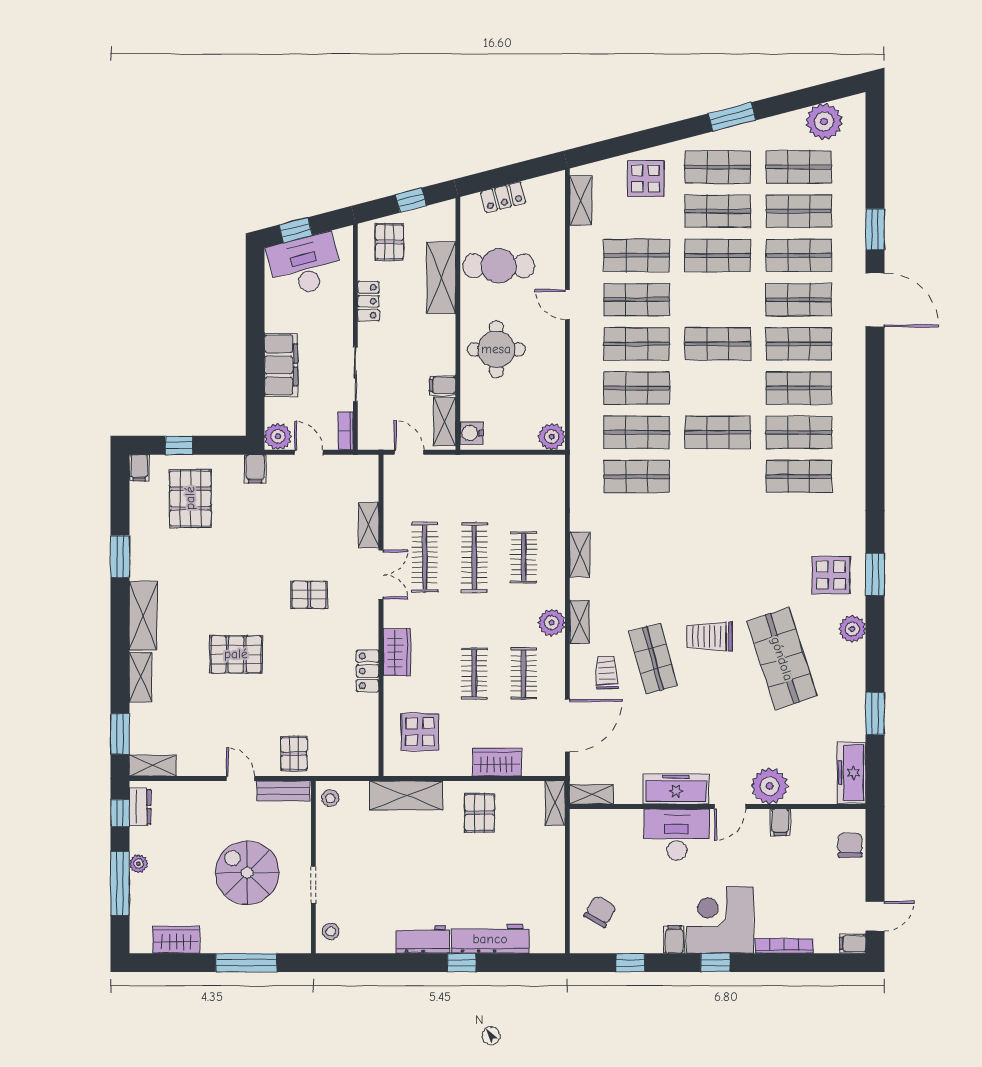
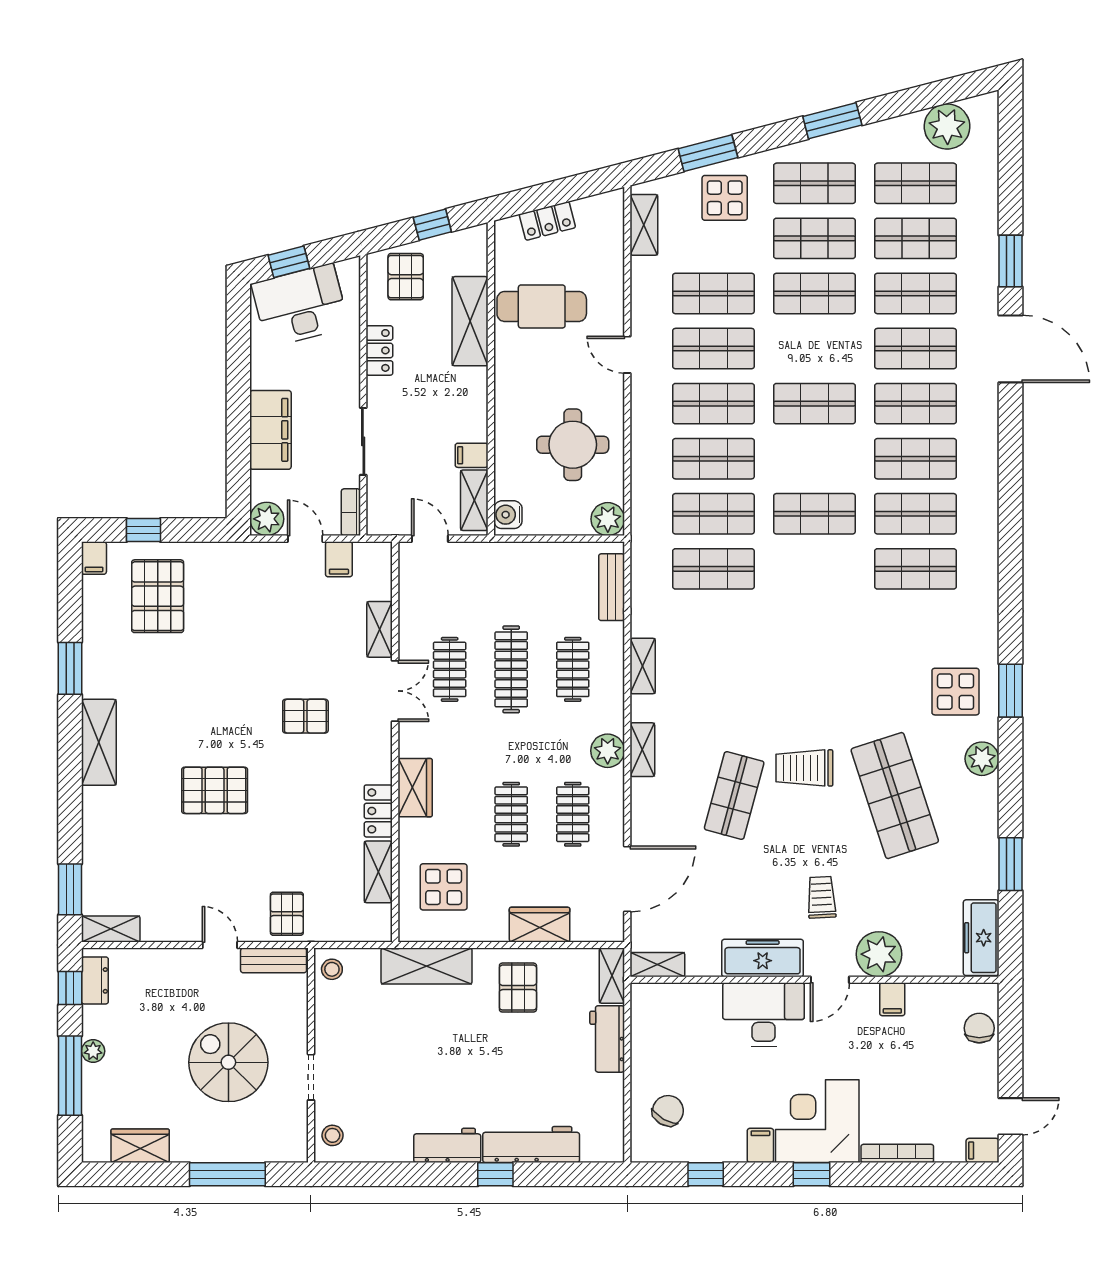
window: (632, 143) -> (708, 153), added
round table: (496, 349) -> (573, 445), moved
filing cabinet: (255, 469) -> (339, 559), moved
bench: (555, 491) -> (612, 587), added
clothes rail: (425, 557) -> (450, 669), width x0.73
shop shelf: (653, 659) -> (734, 796), turned 30
trolley: (607, 673) -> (822, 897), moved
shelving: (141, 677) -> (378, 872), moved
workbench: (551, 854) -> (607, 1039), added

